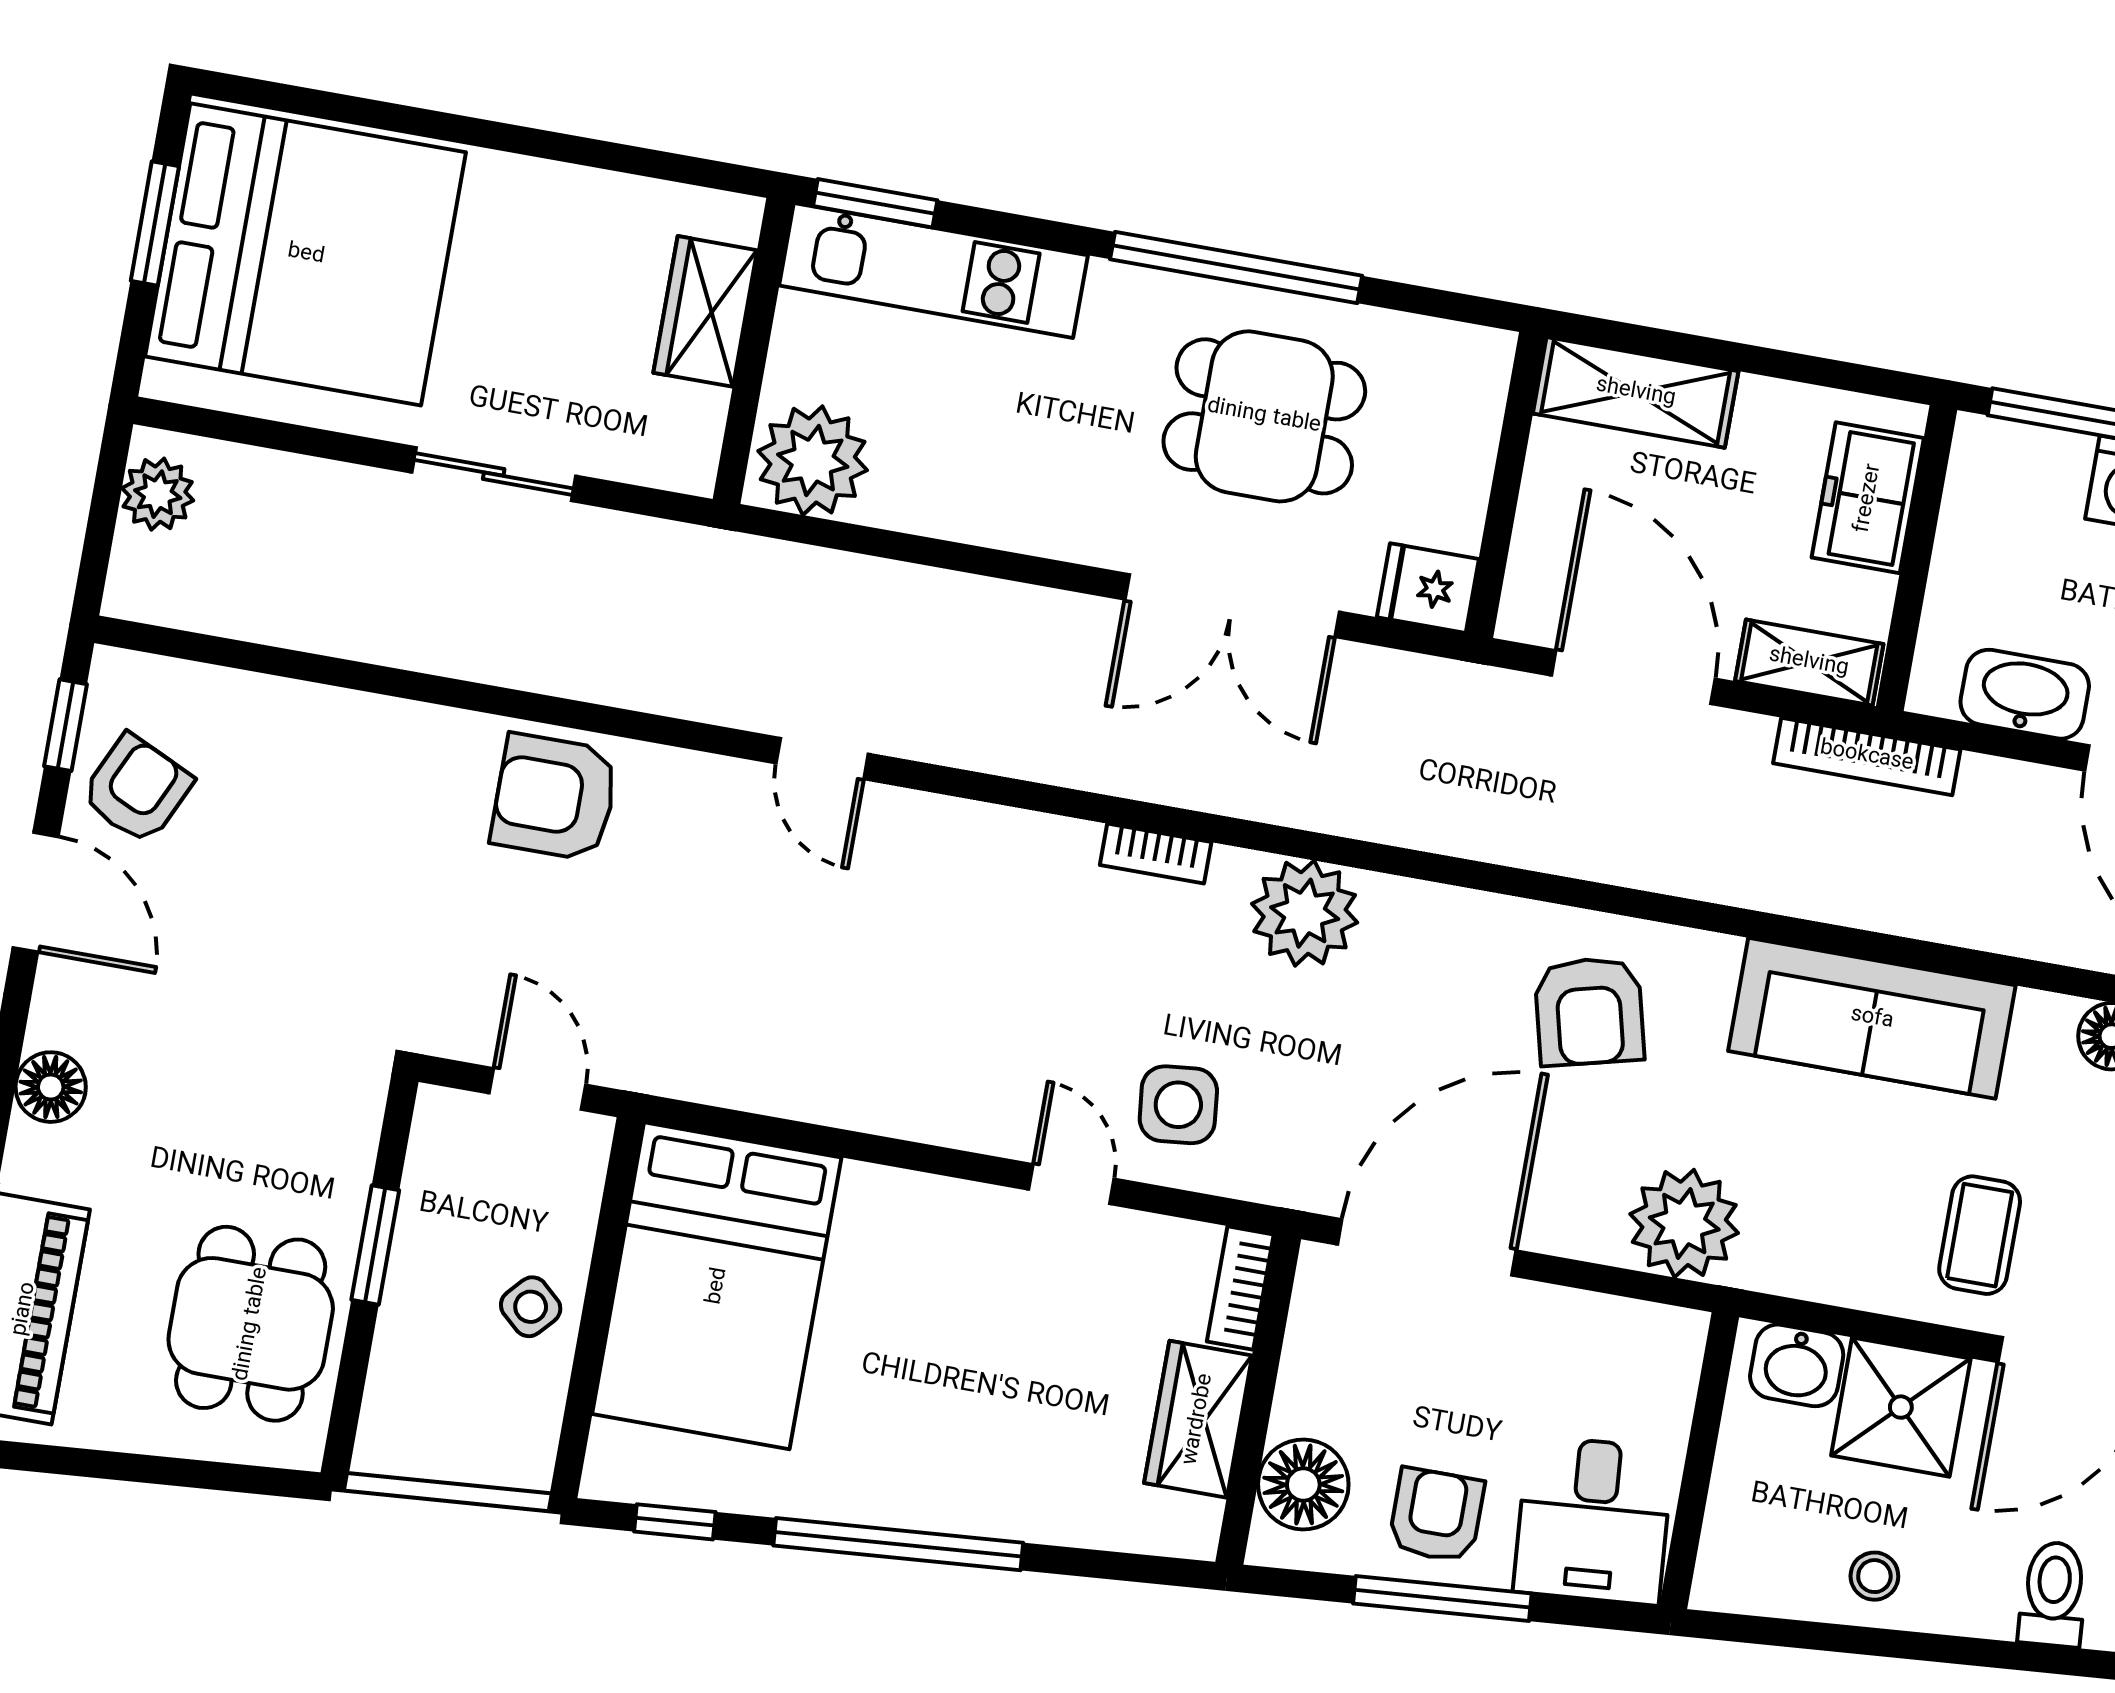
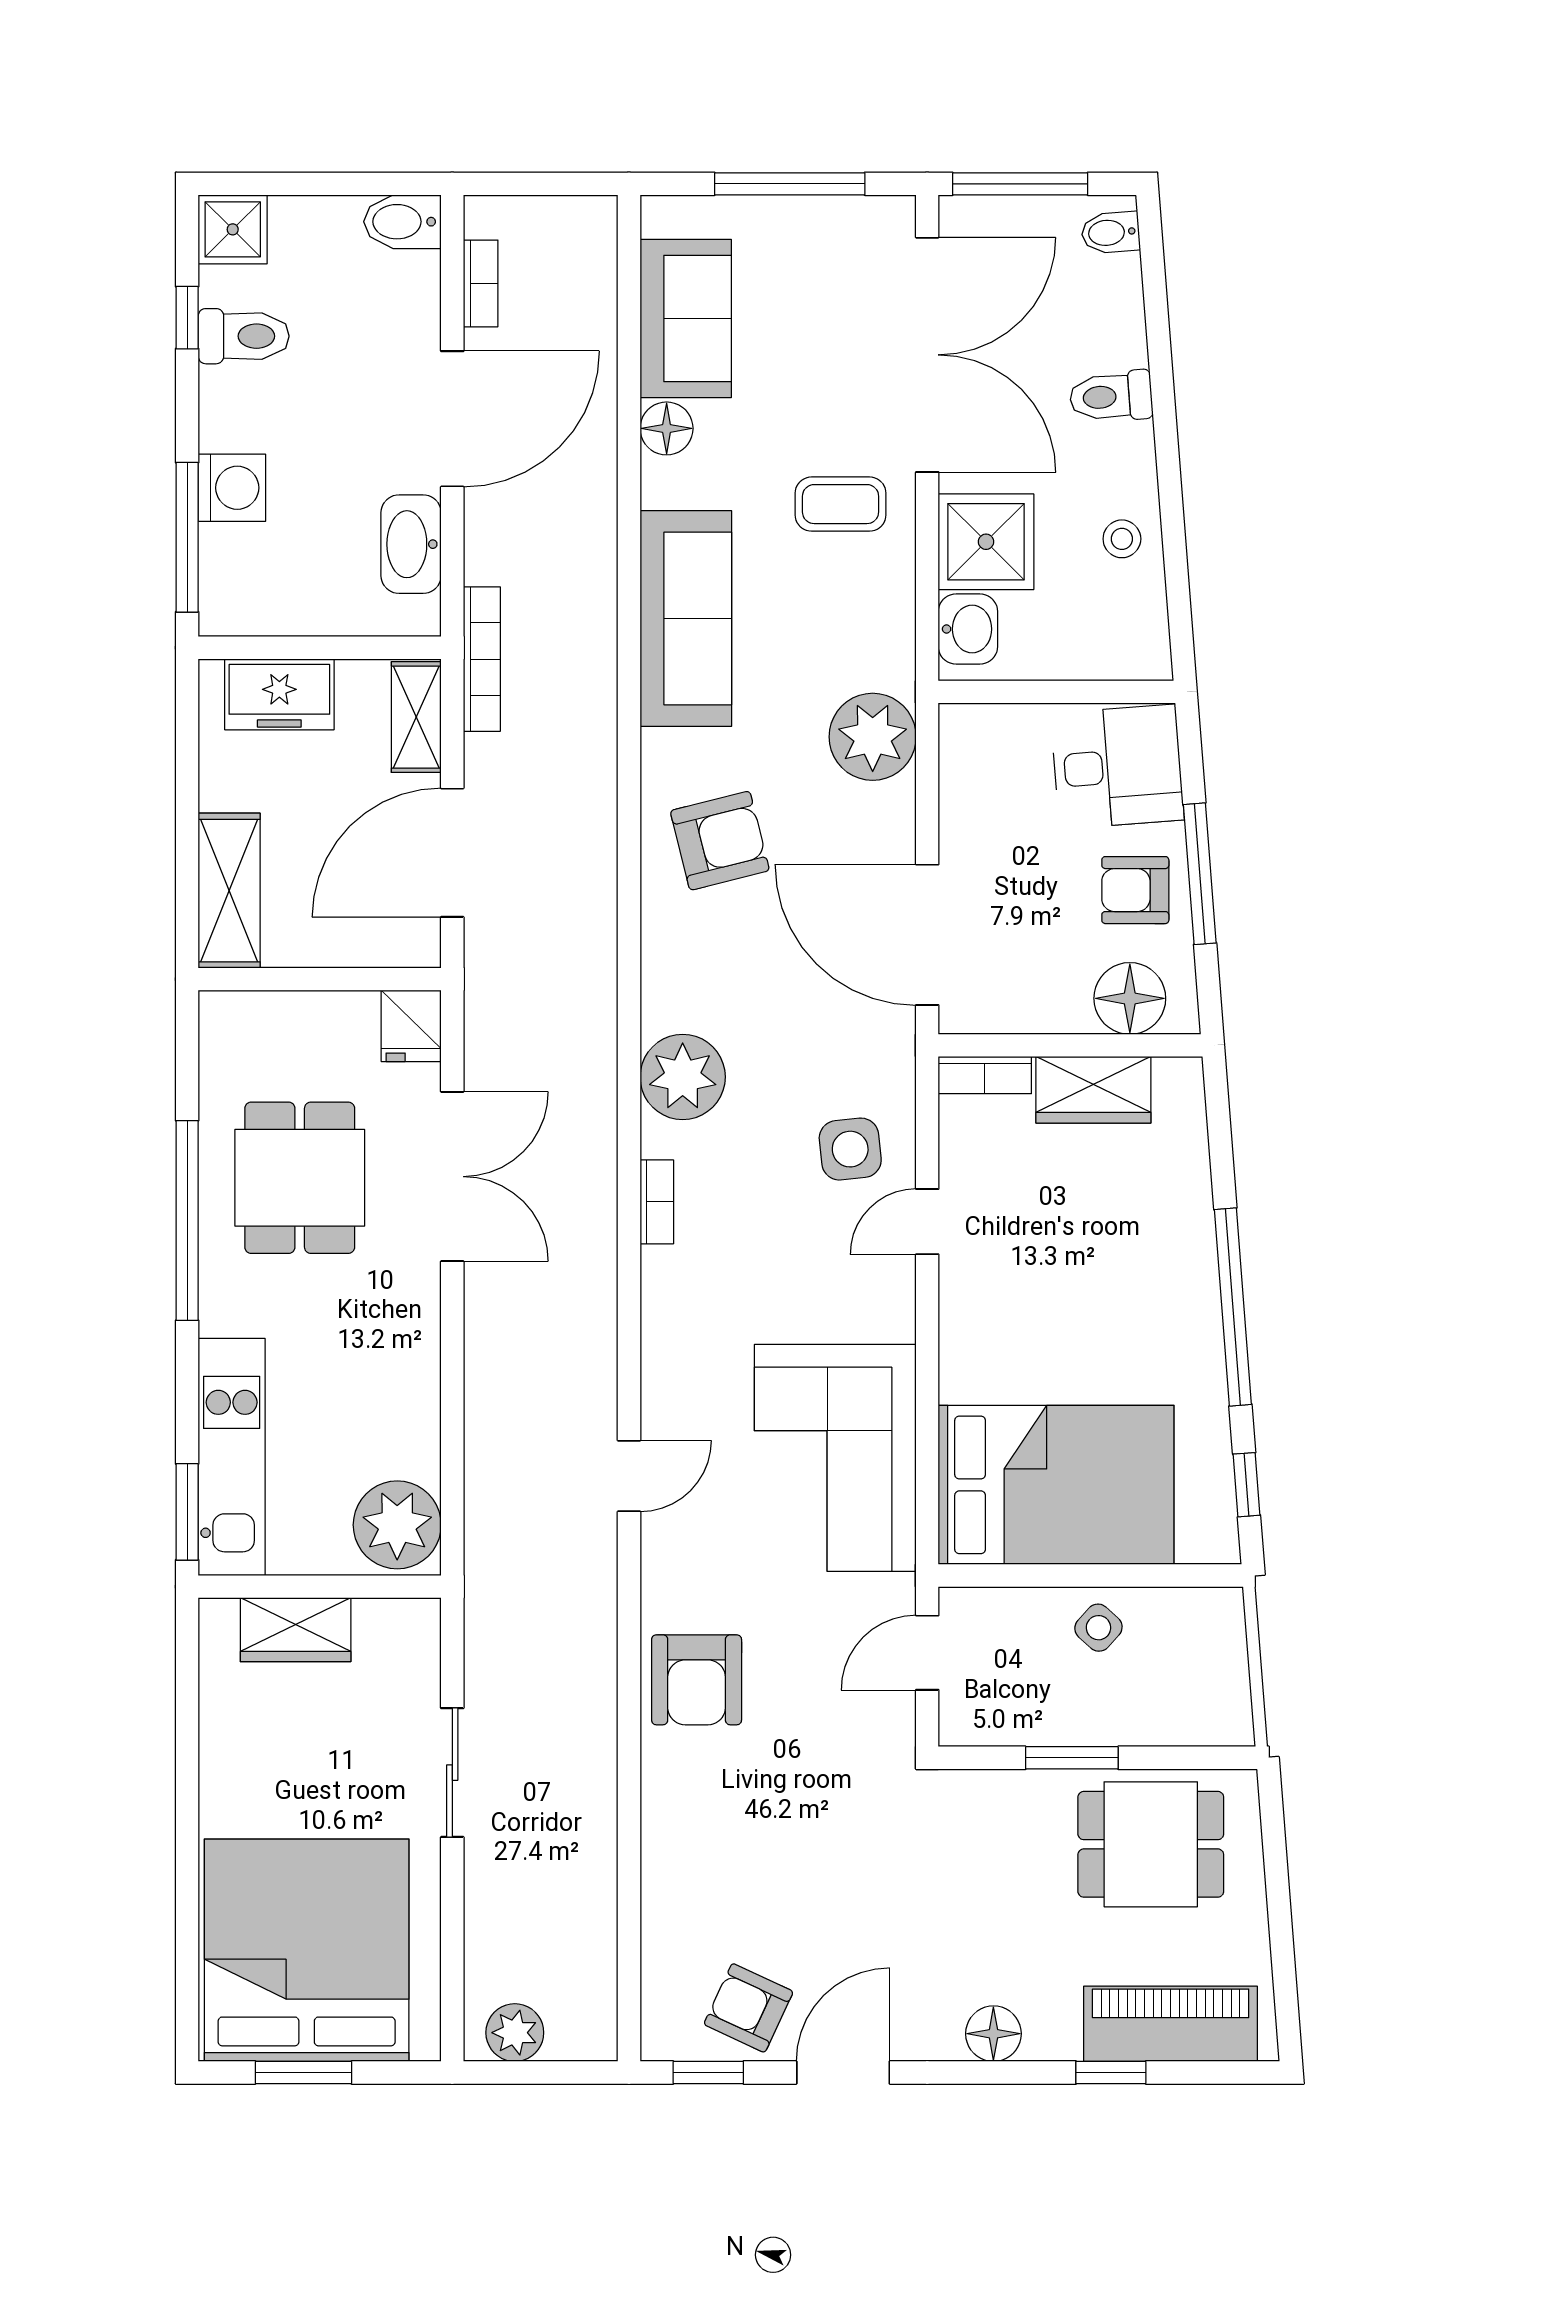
corner sofa: (799, 1018) -> (835, 1458), added

